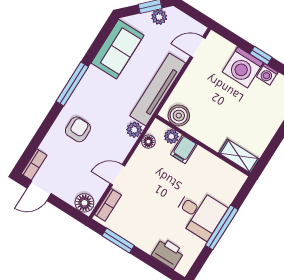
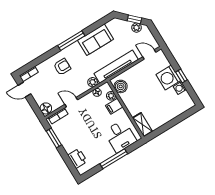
sofa: (117, 49) -> (96, 40), moved
desk: (200, 213) -> (120, 136), moved

